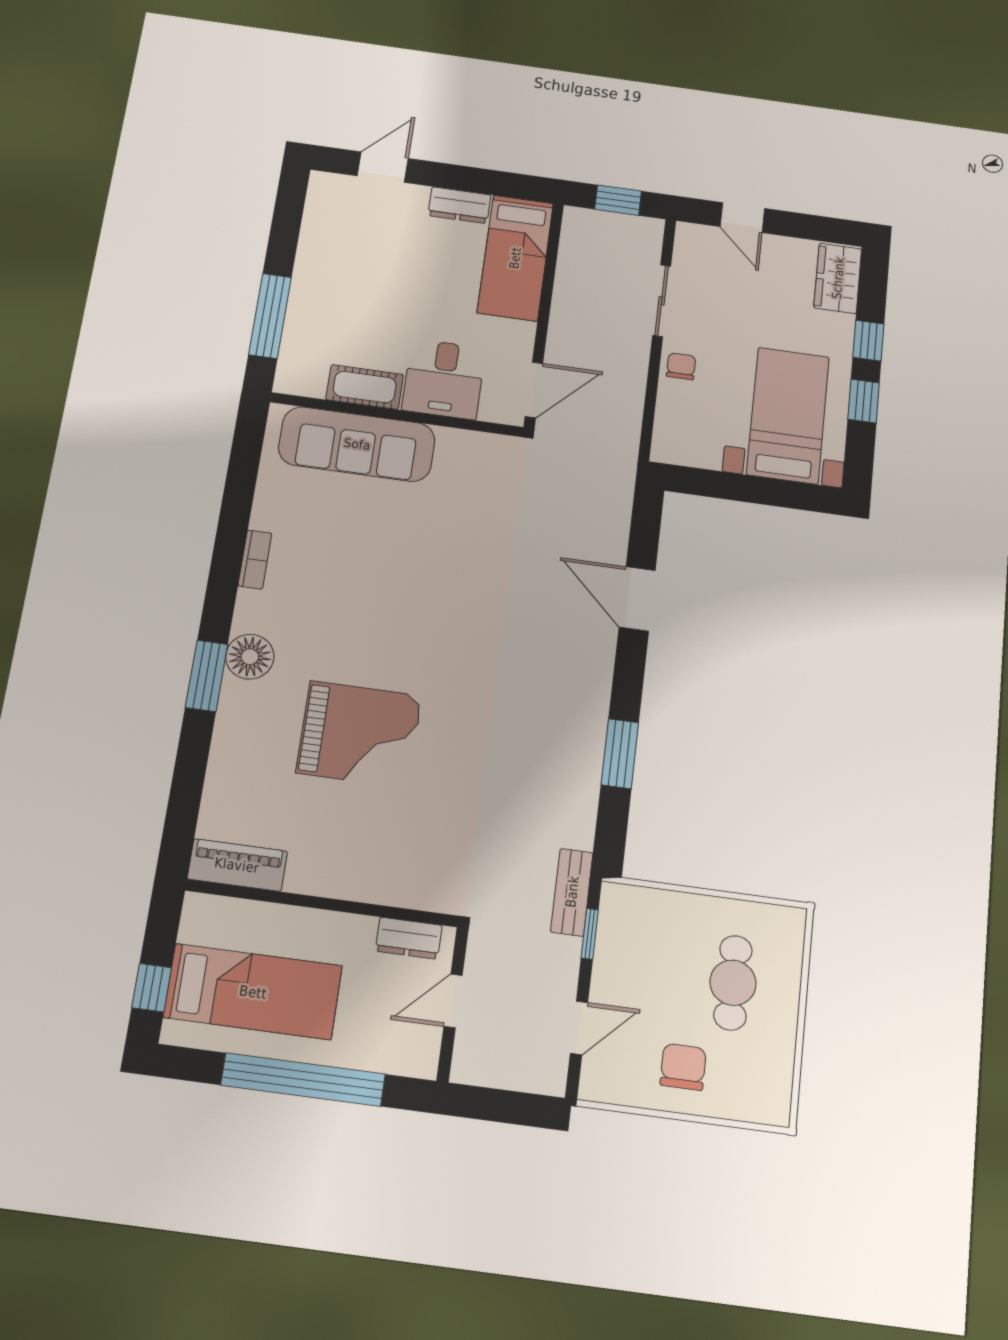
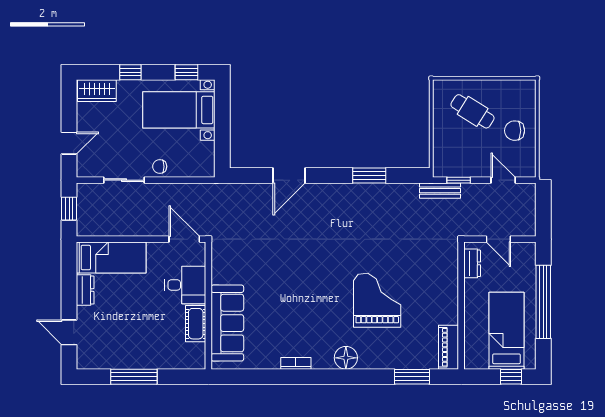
window: (270, 316) -> (134, 377), moved
window: (864, 401) -> (187, 72), moved
window: (207, 676) -> (412, 377), moved
cafe table: (733, 983) -> (473, 111), turned 32

